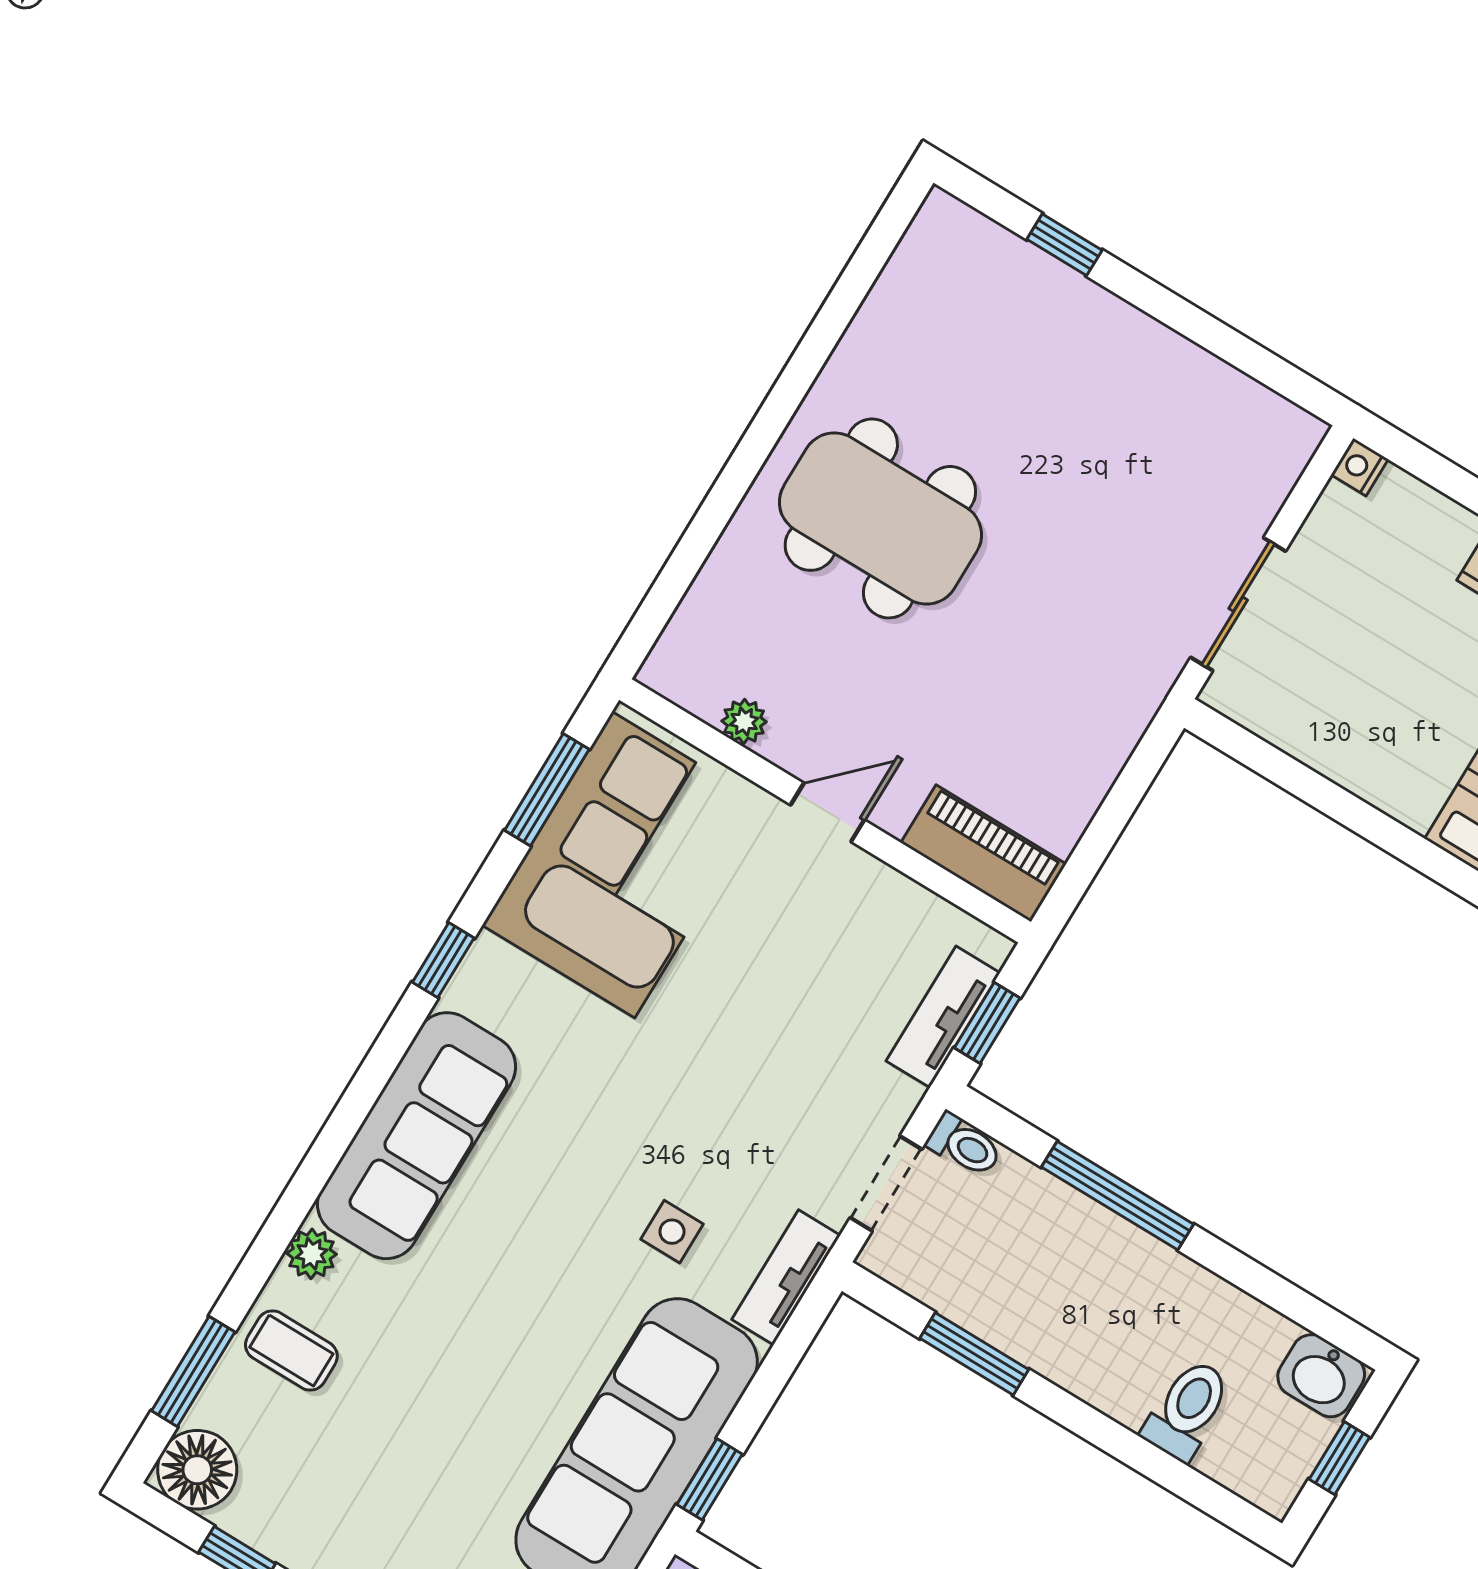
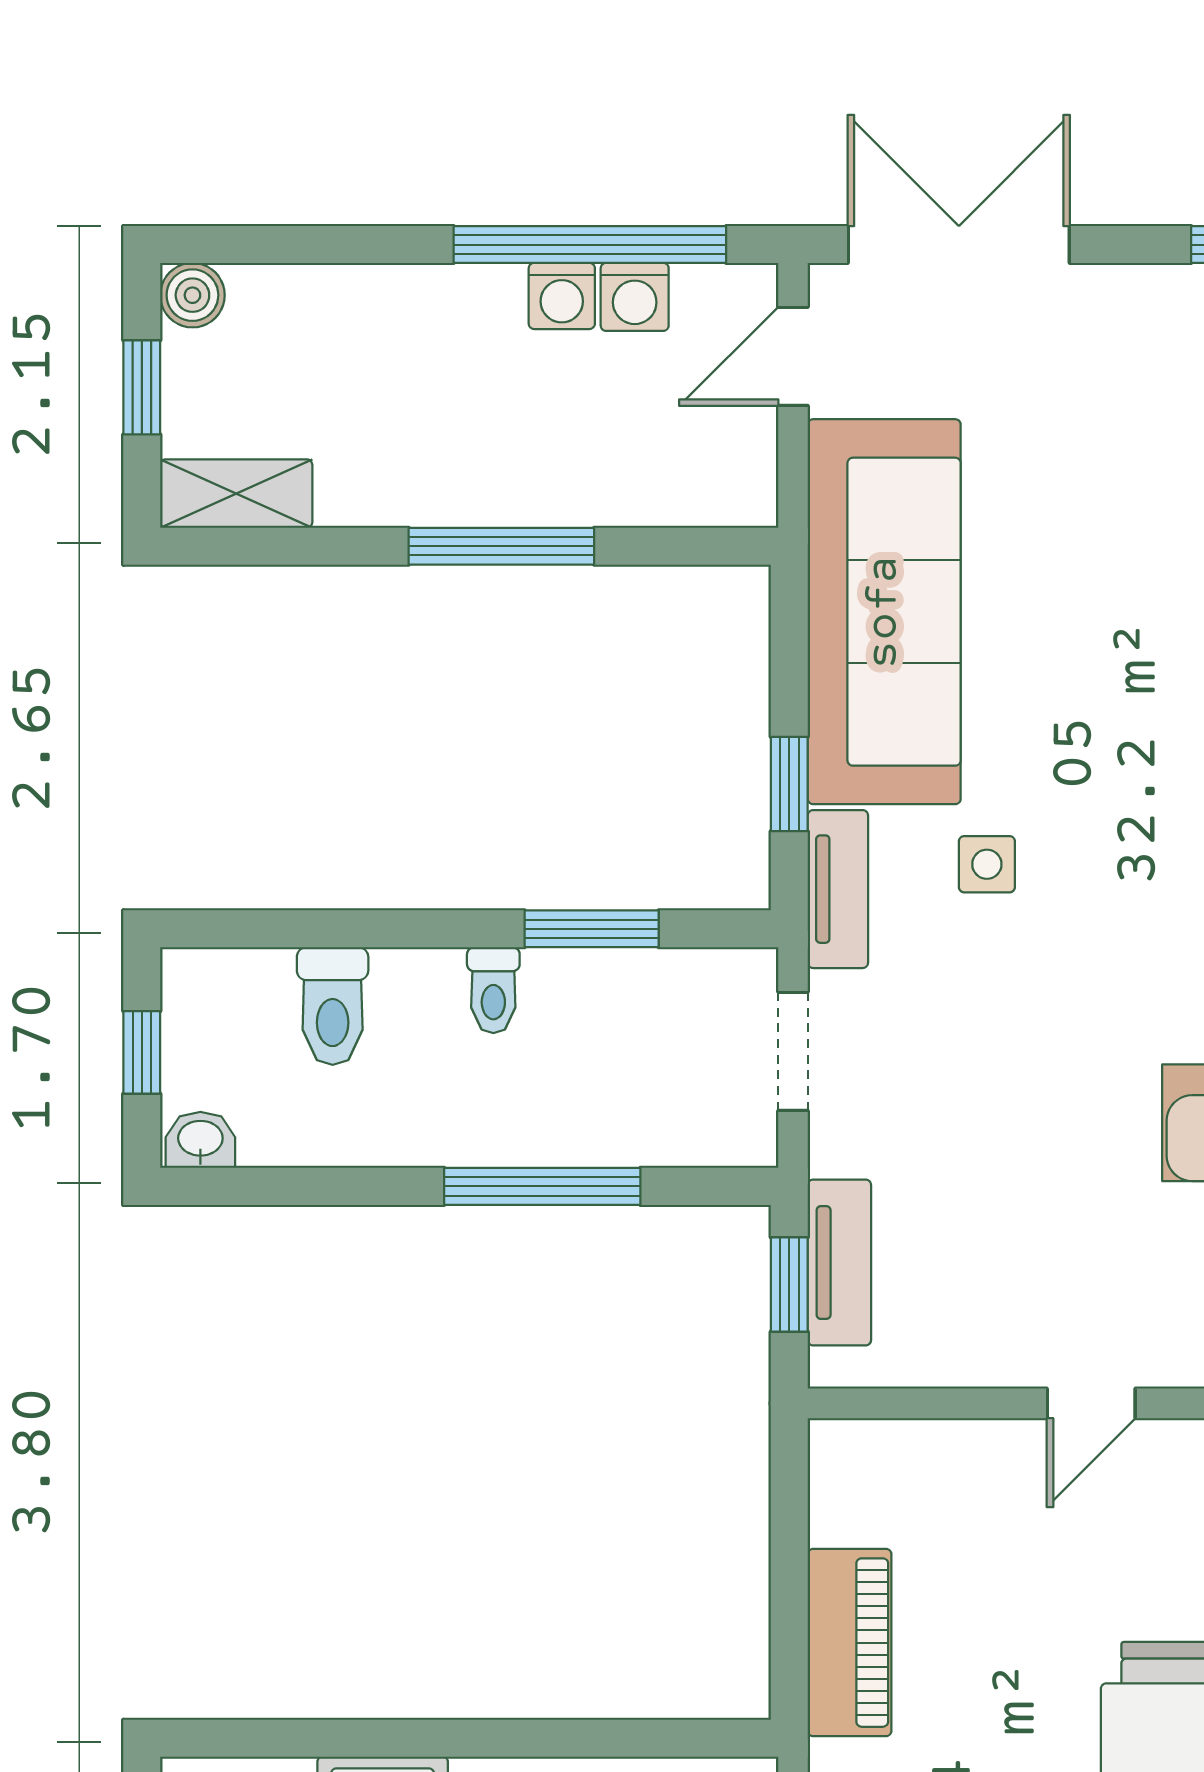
piano: (983, 853) -> (850, 1643), moved, turned -90
toilet: (964, 1145) -> (493, 990), moved, turned -90
washbasin: (1321, 1376) -> (200, 1140), width x0.72, depth x0.69
window: (710, 1479) -> (789, 784), moved

